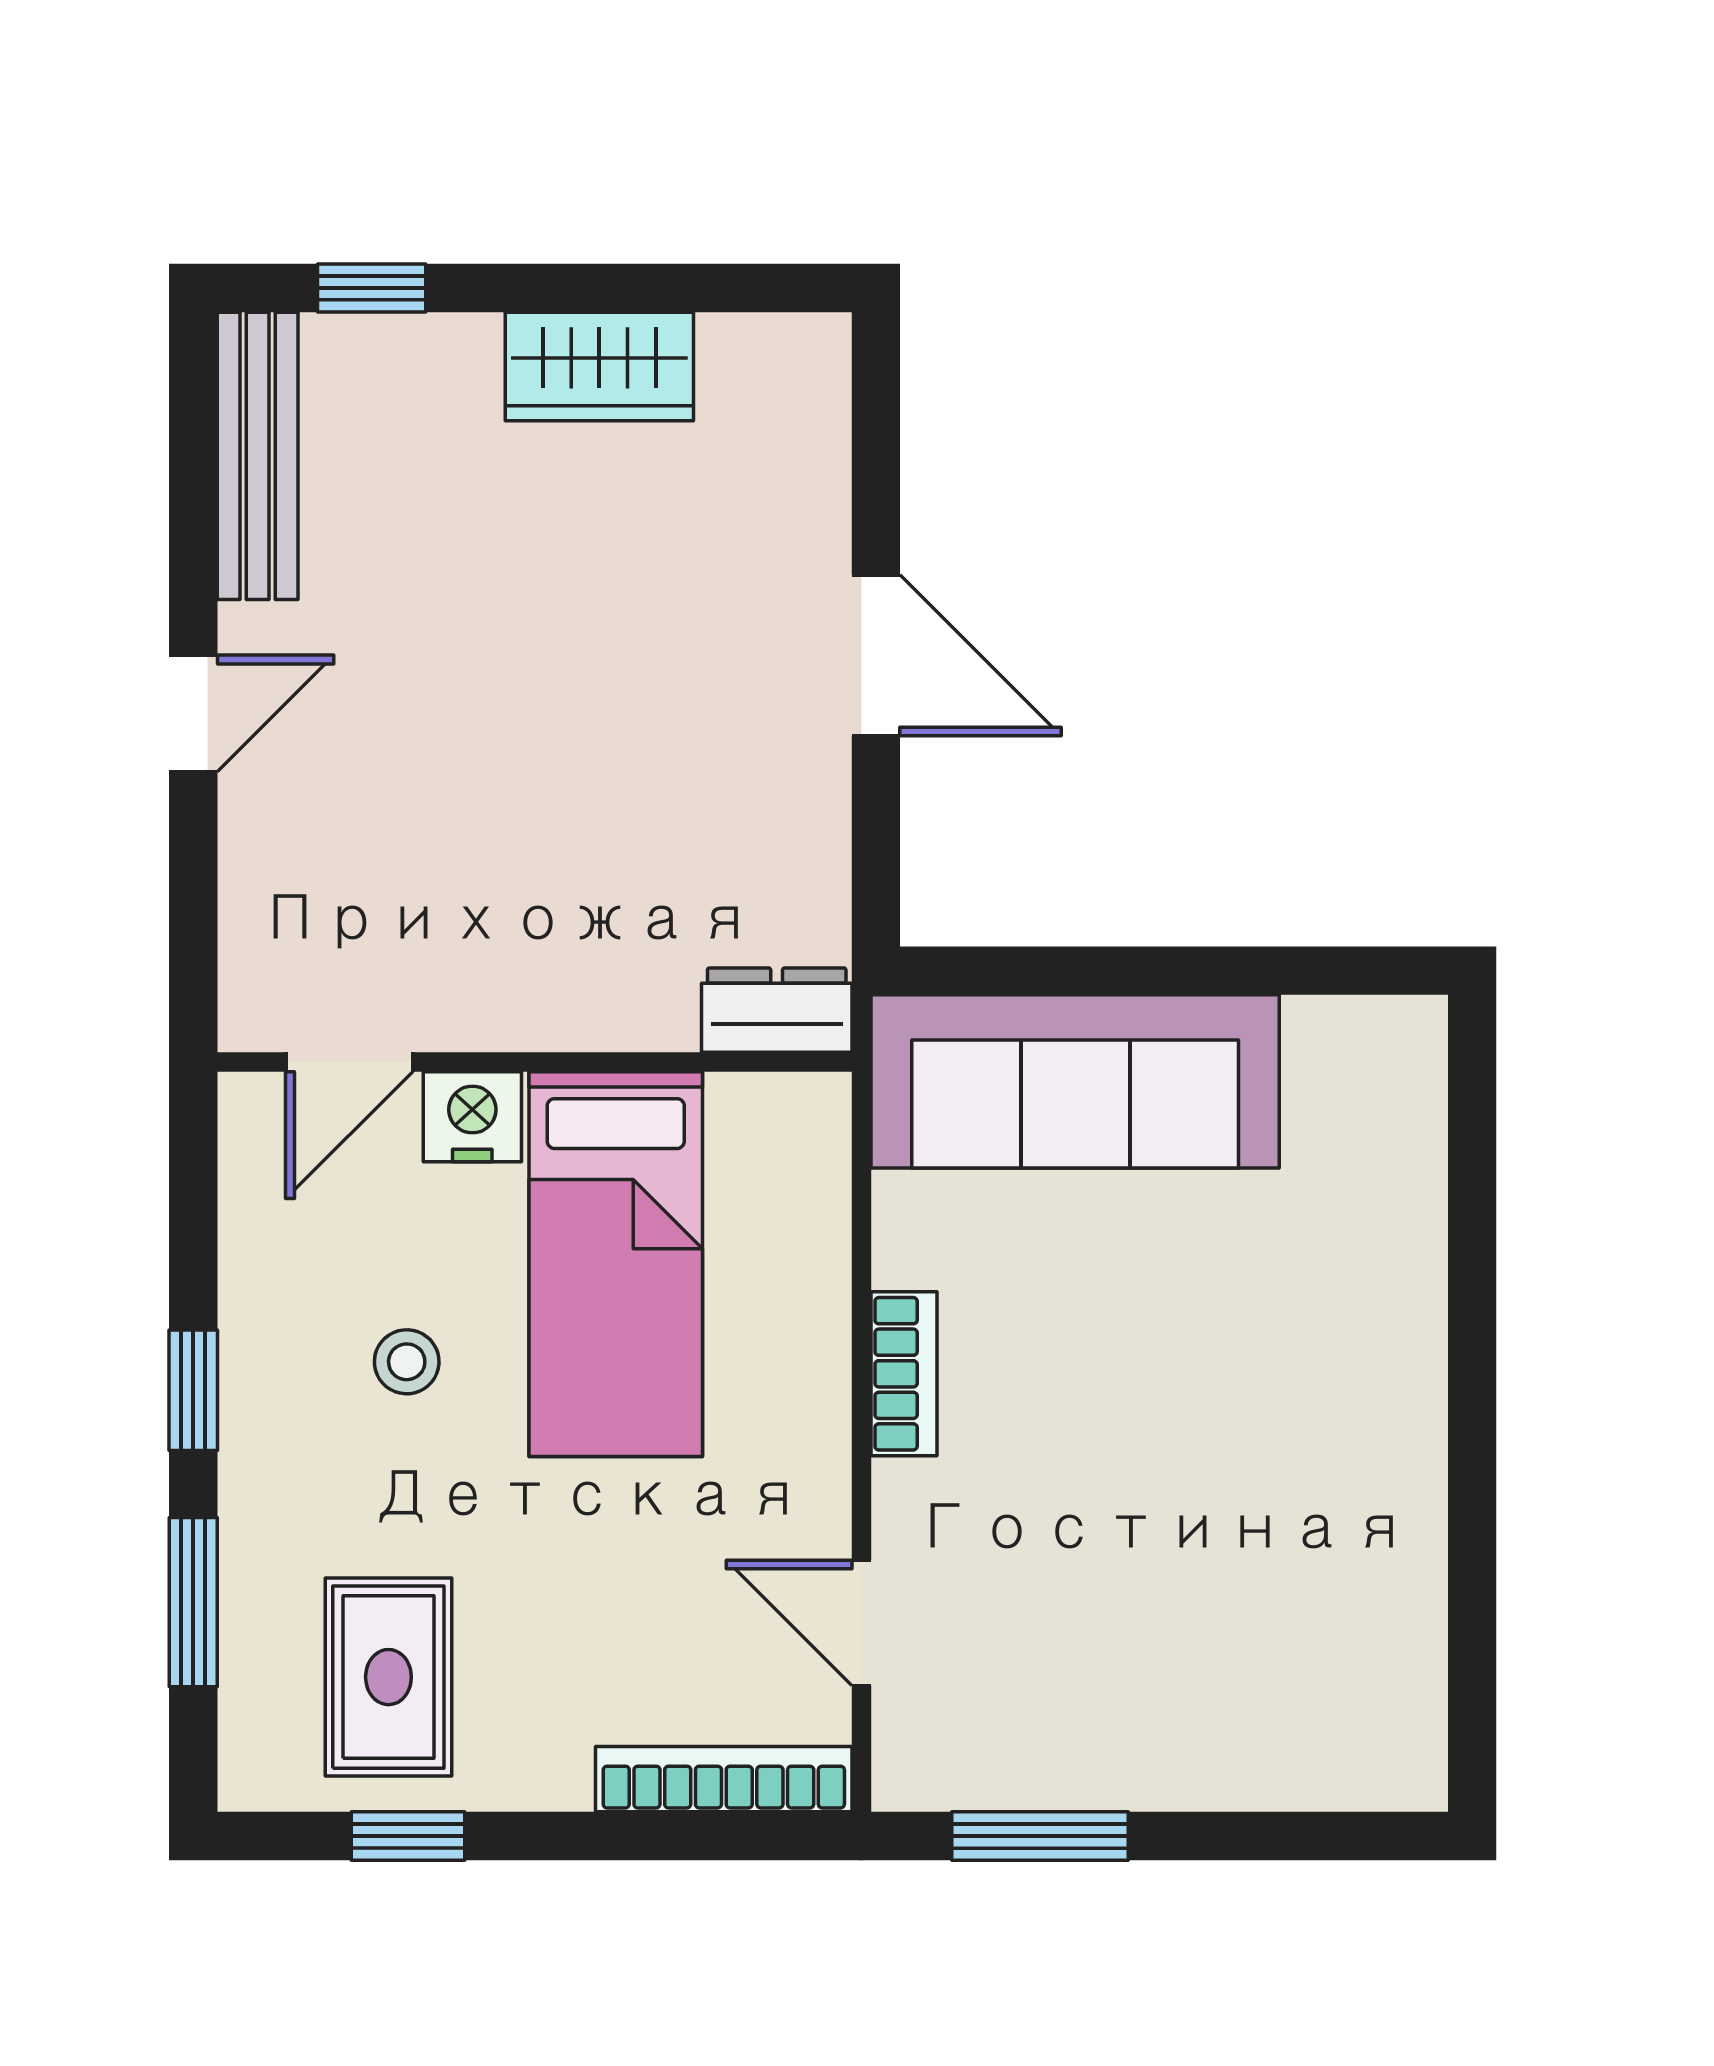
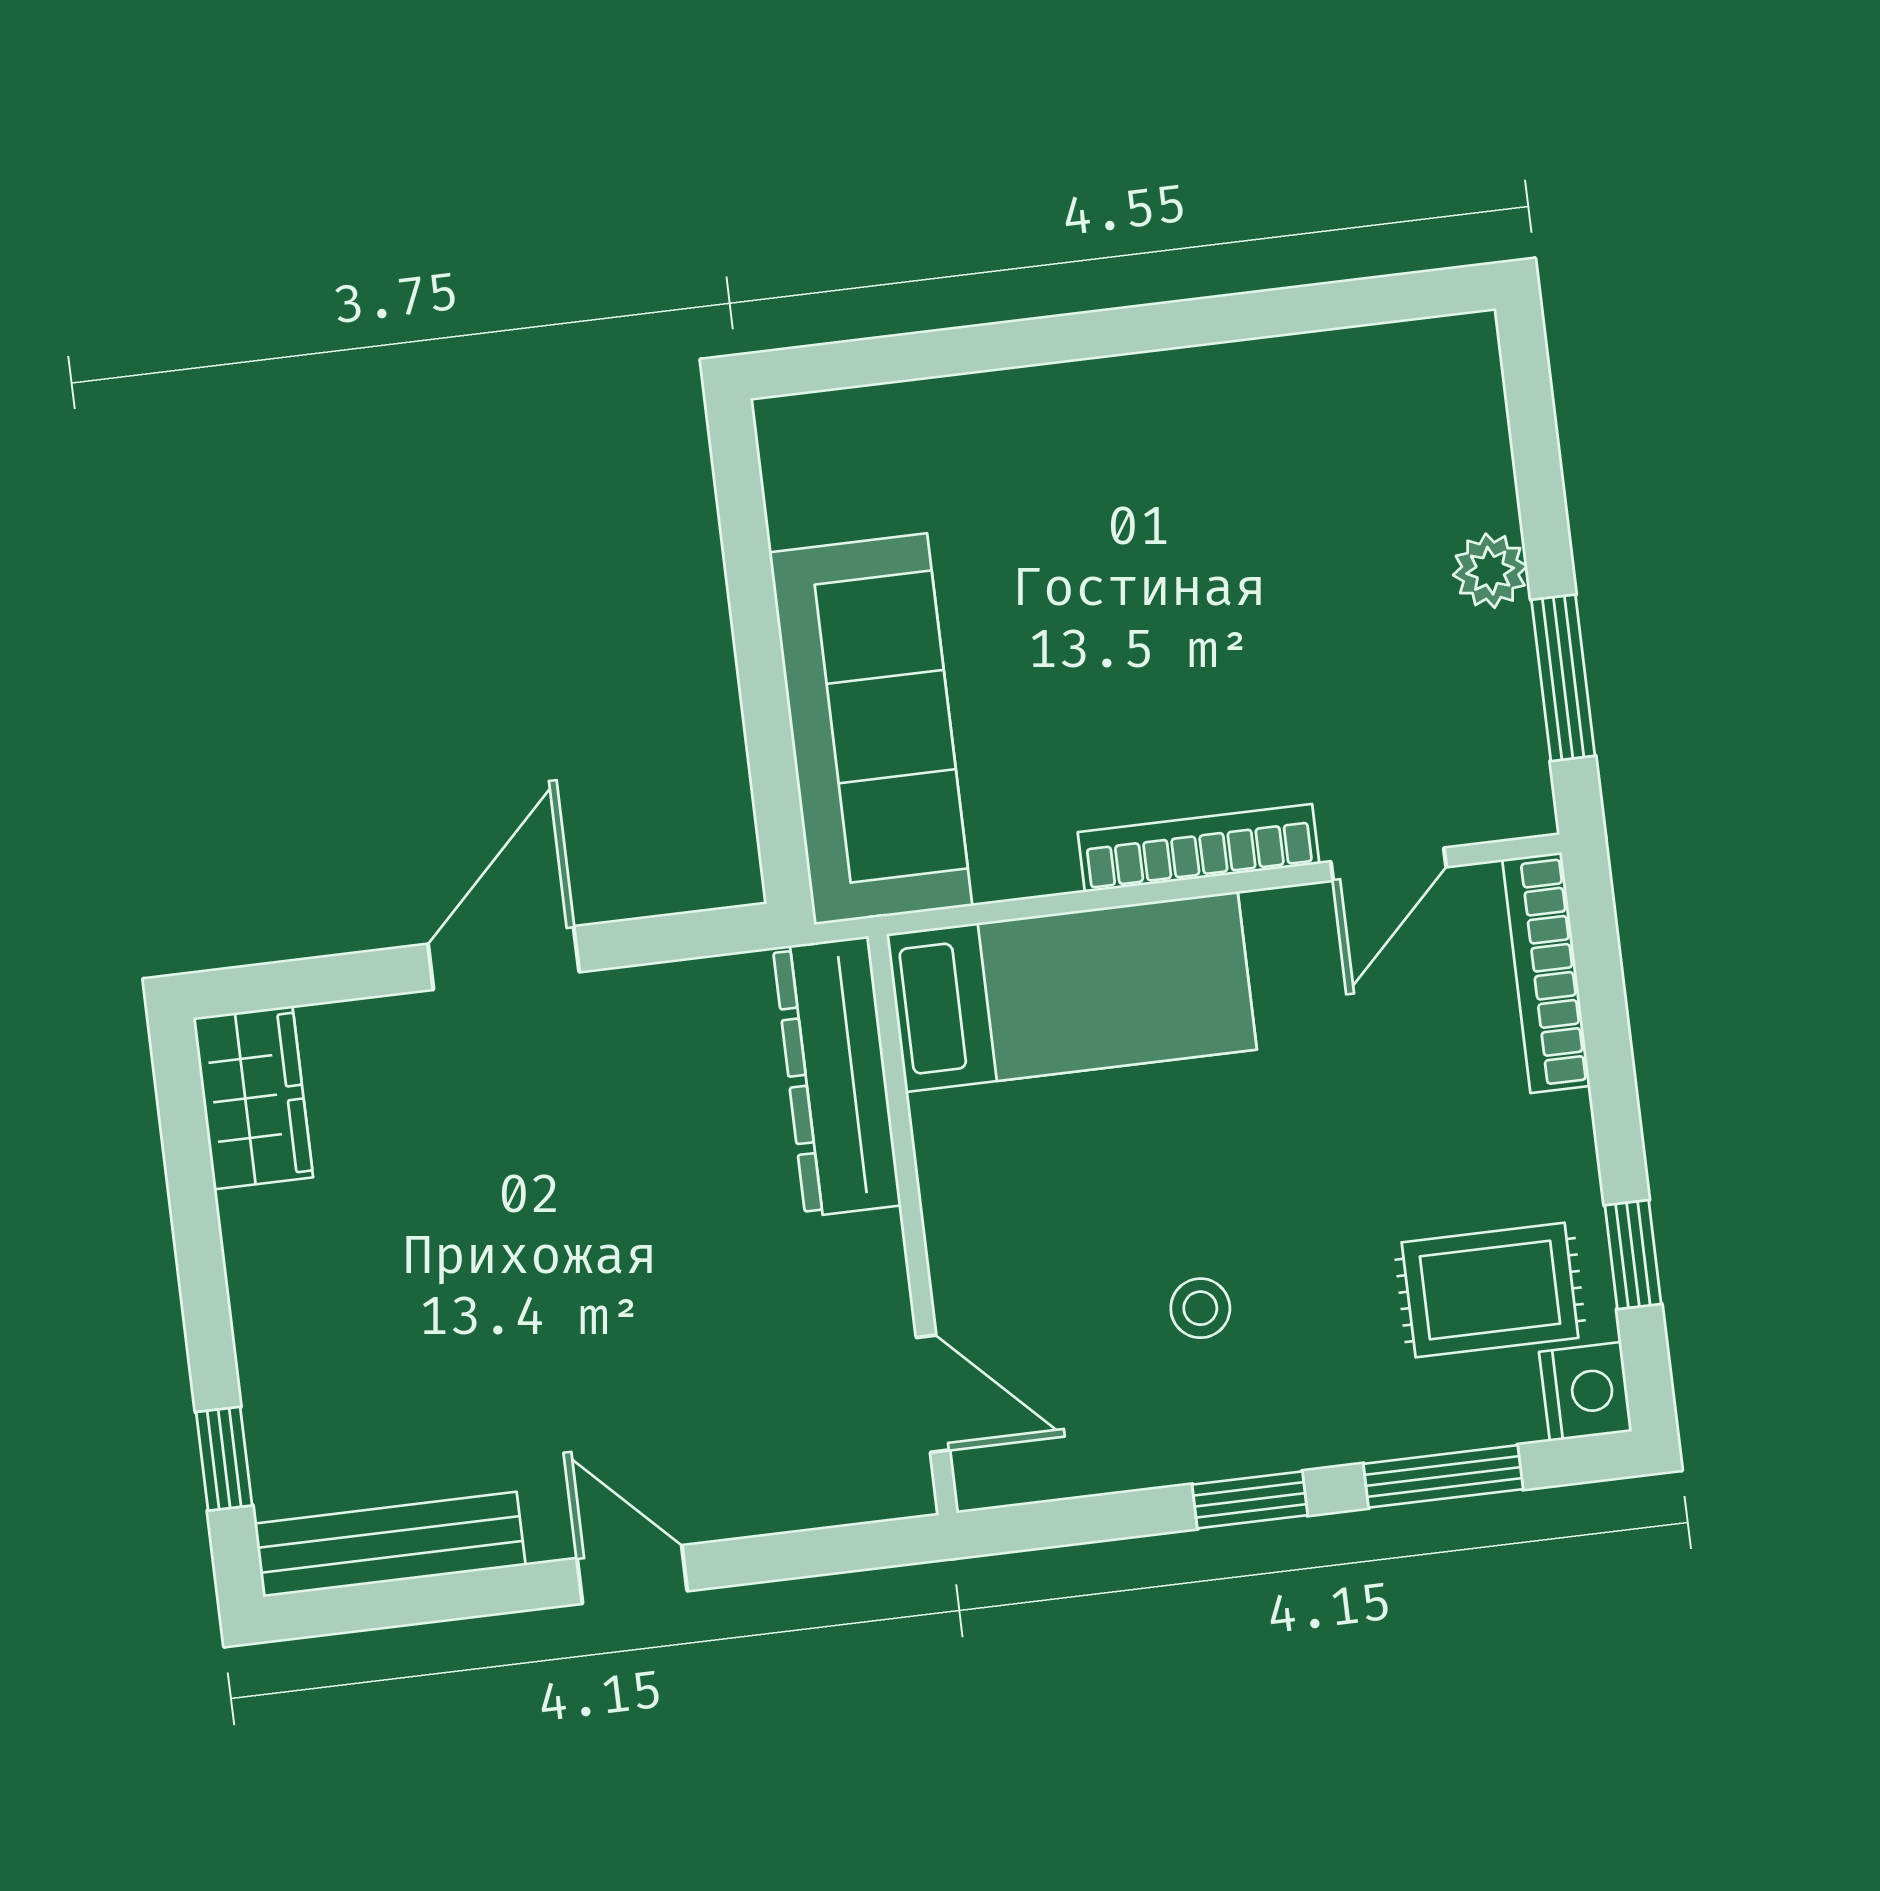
wardrobe: (599, 366) -> (253, 1098), moved
dresser: (777, 1010) -> (837, 1077), width x1.96, depth x1.24
nightstand: (472, 1117) -> (1586, 1392), moved, turned 180
bed: (616, 1264) -> (1072, 992), moved
bookcase: (904, 1374) -> (1198, 848), width x1.56
plant: (1165, 1771) -> (1490, 571), added

